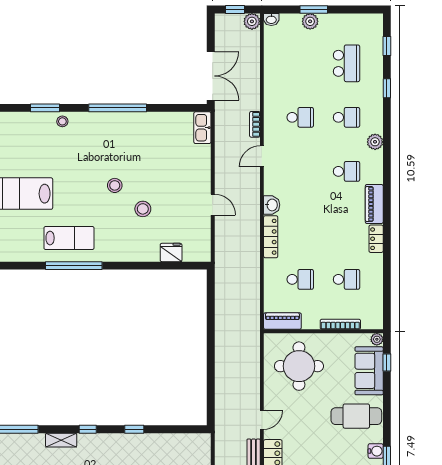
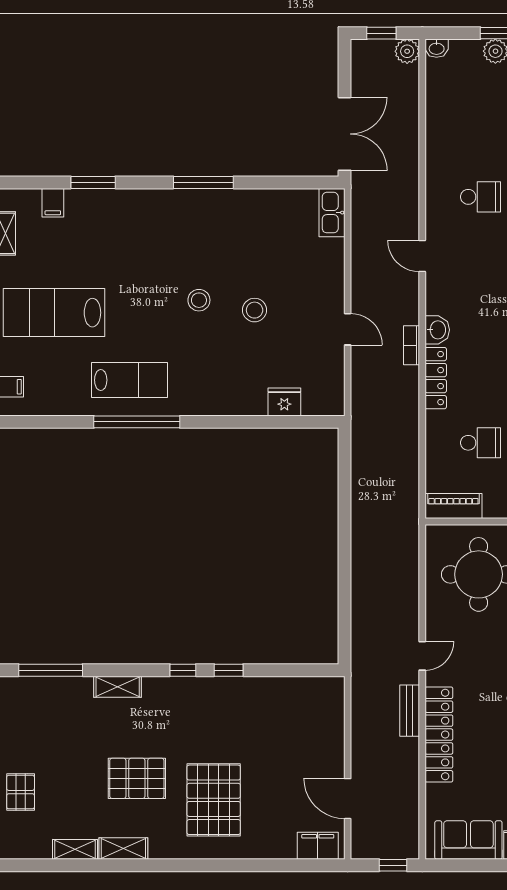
window: (118, 108) -> (203, 182), width x0.68
filing cabinet: (18, 121) -> (53, 203), added
stool: (62, 121) -> (119, 203), removed
bookcase: (255, 124) -> (412, 345), moved
door: (262, 156) -> (422, 256), hinge flipped
stool: (143, 209) -> (255, 310), moved
window: (88, 429) -> (183, 670), moved

